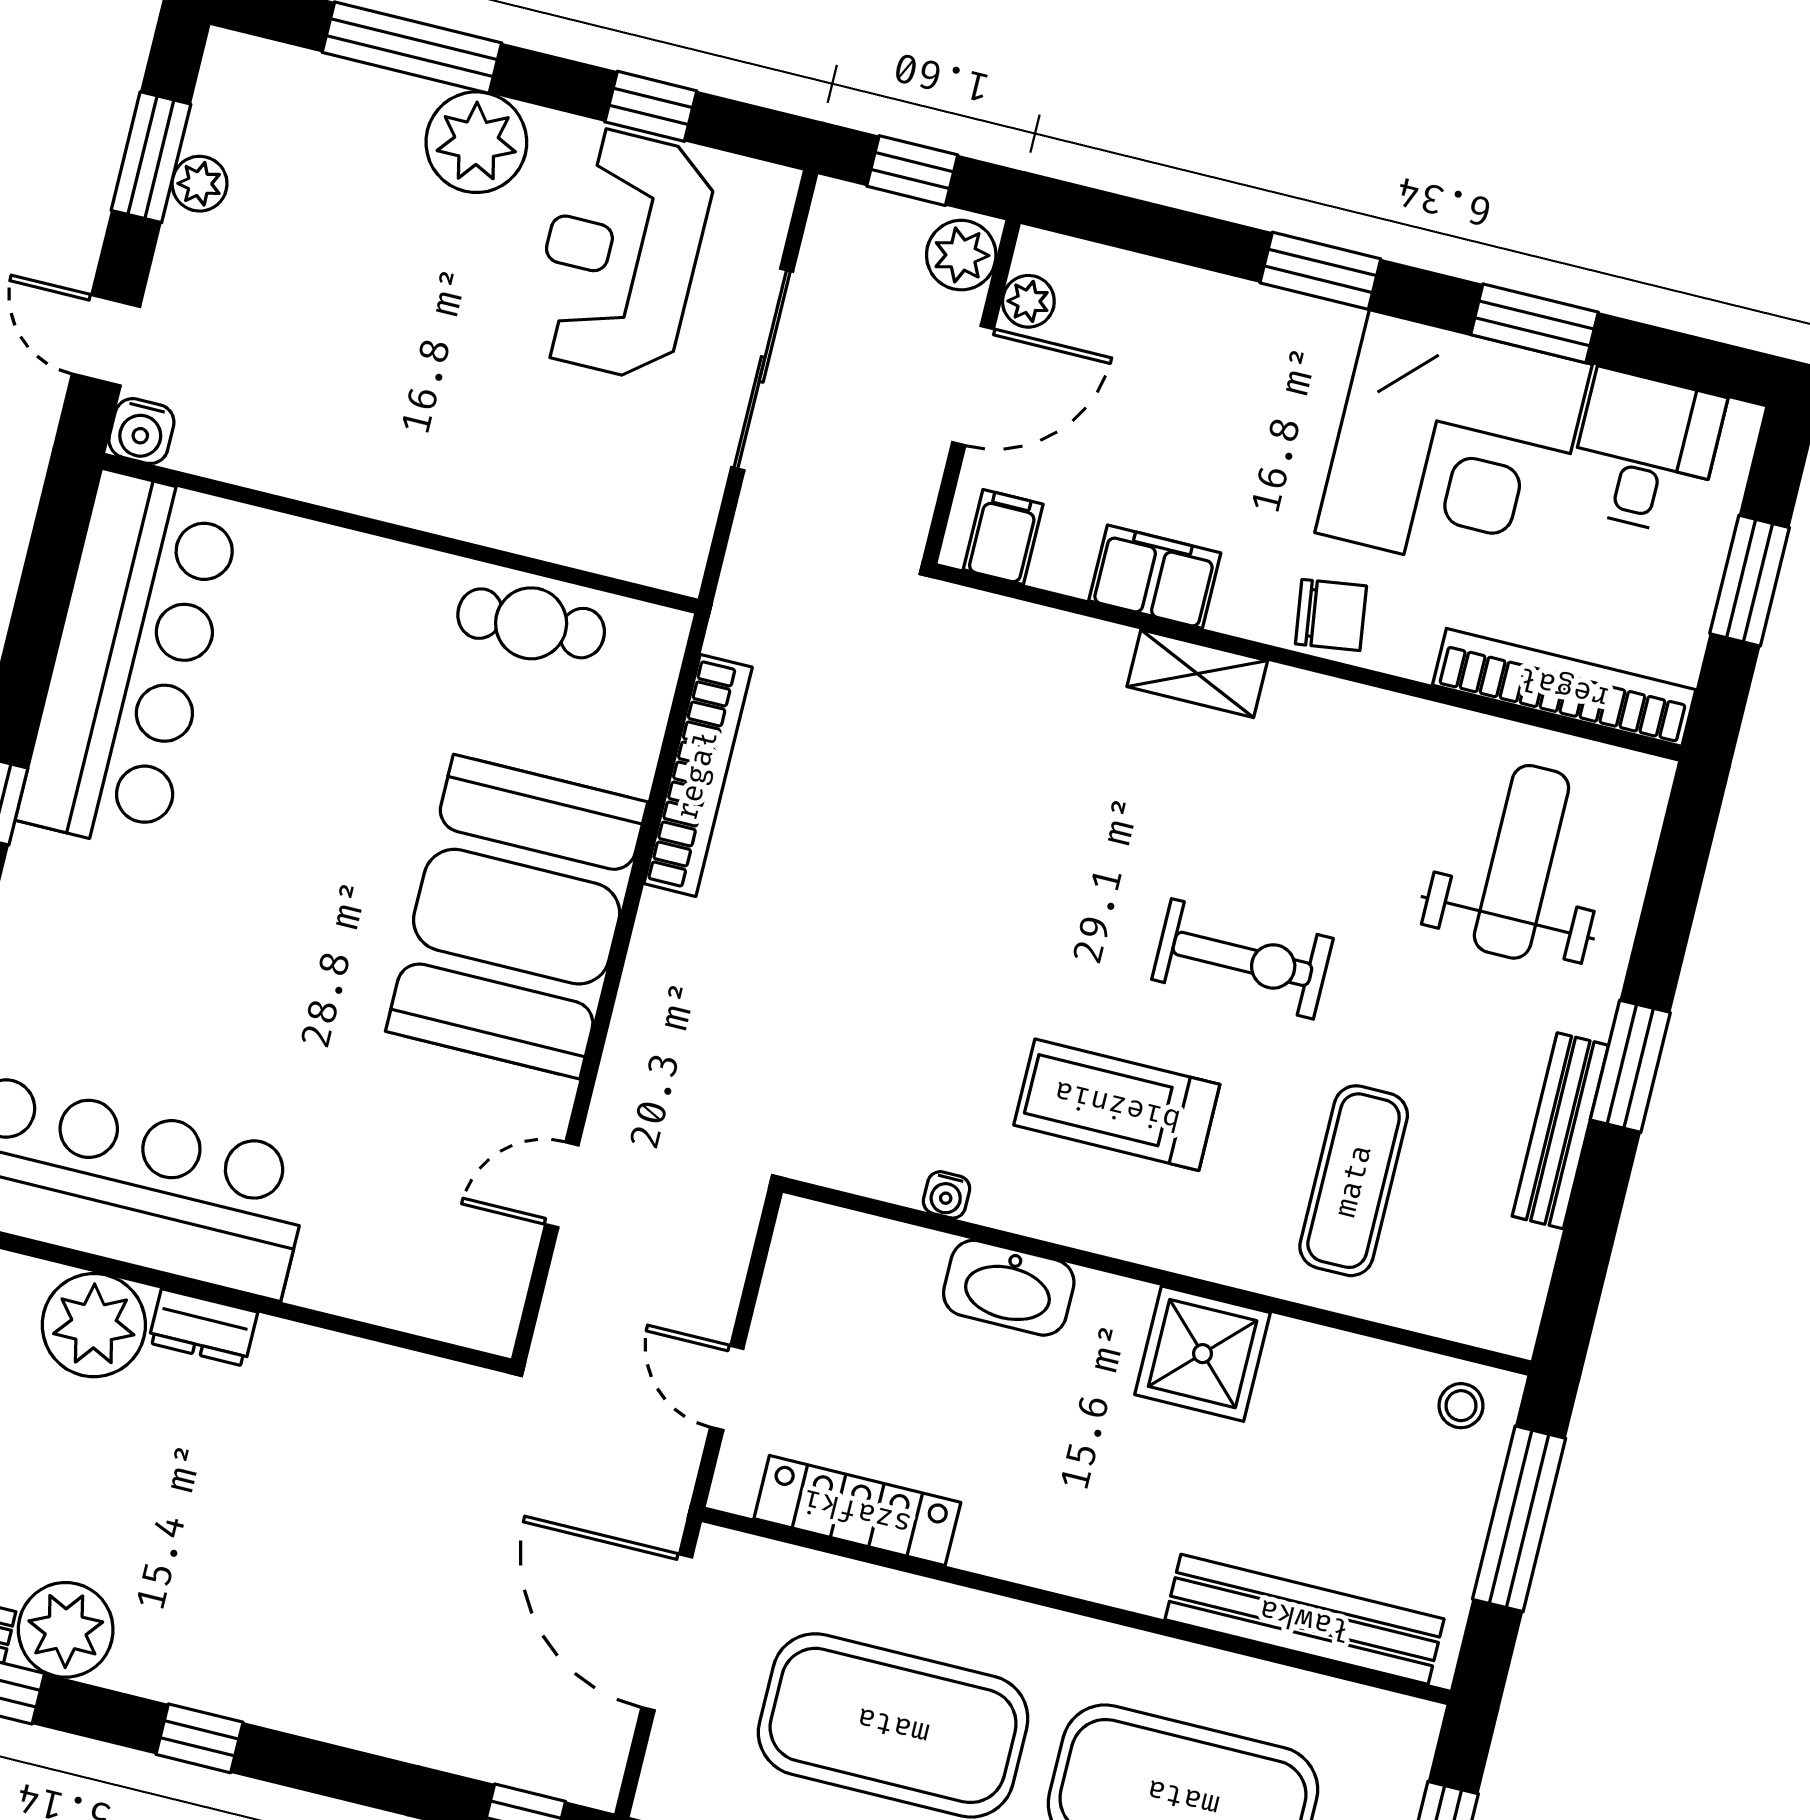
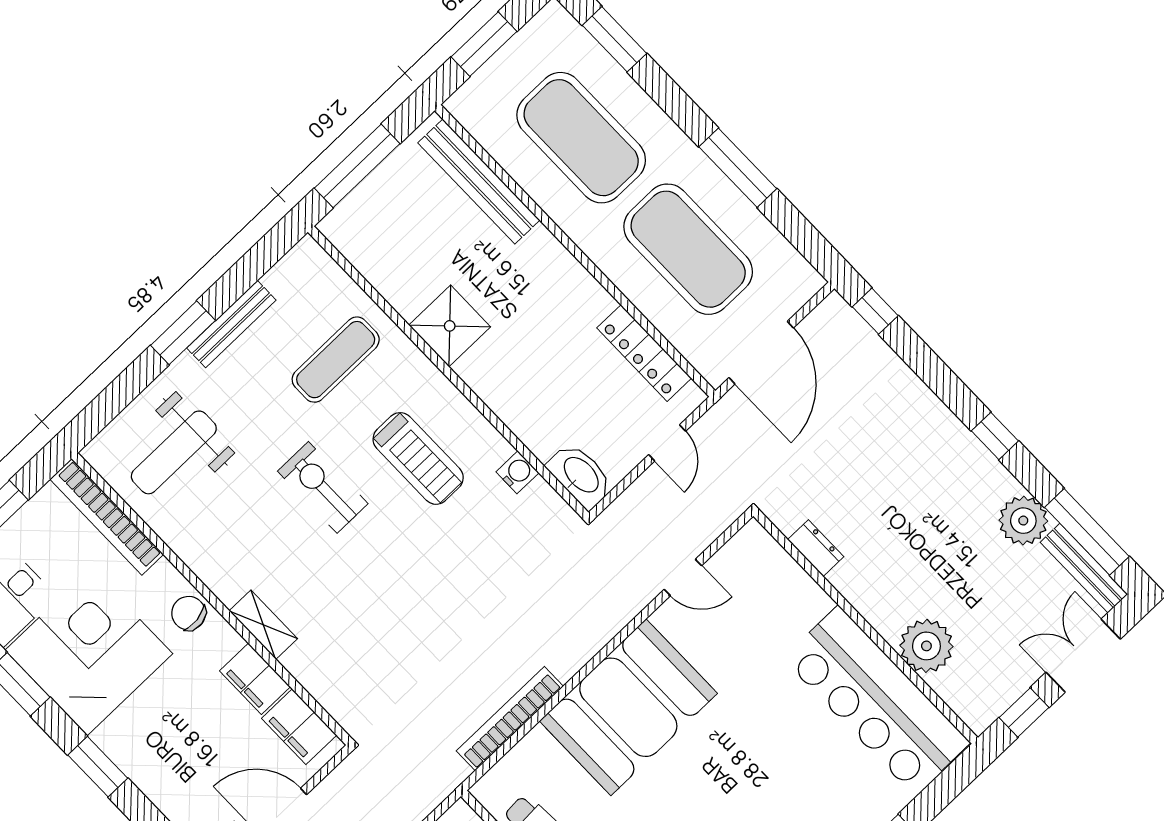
filing cabinet: (1003, 537) -> (299, 727), width x2.00
water cooler: (947, 1195) -> (517, 472), width x1.38, depth x1.38
washbasin: (1009, 1288) -> (580, 475), moved
dresser: (203, 1328) -> (816, 548), moved
stool: (1461, 1406) -> (351, 231), removed

